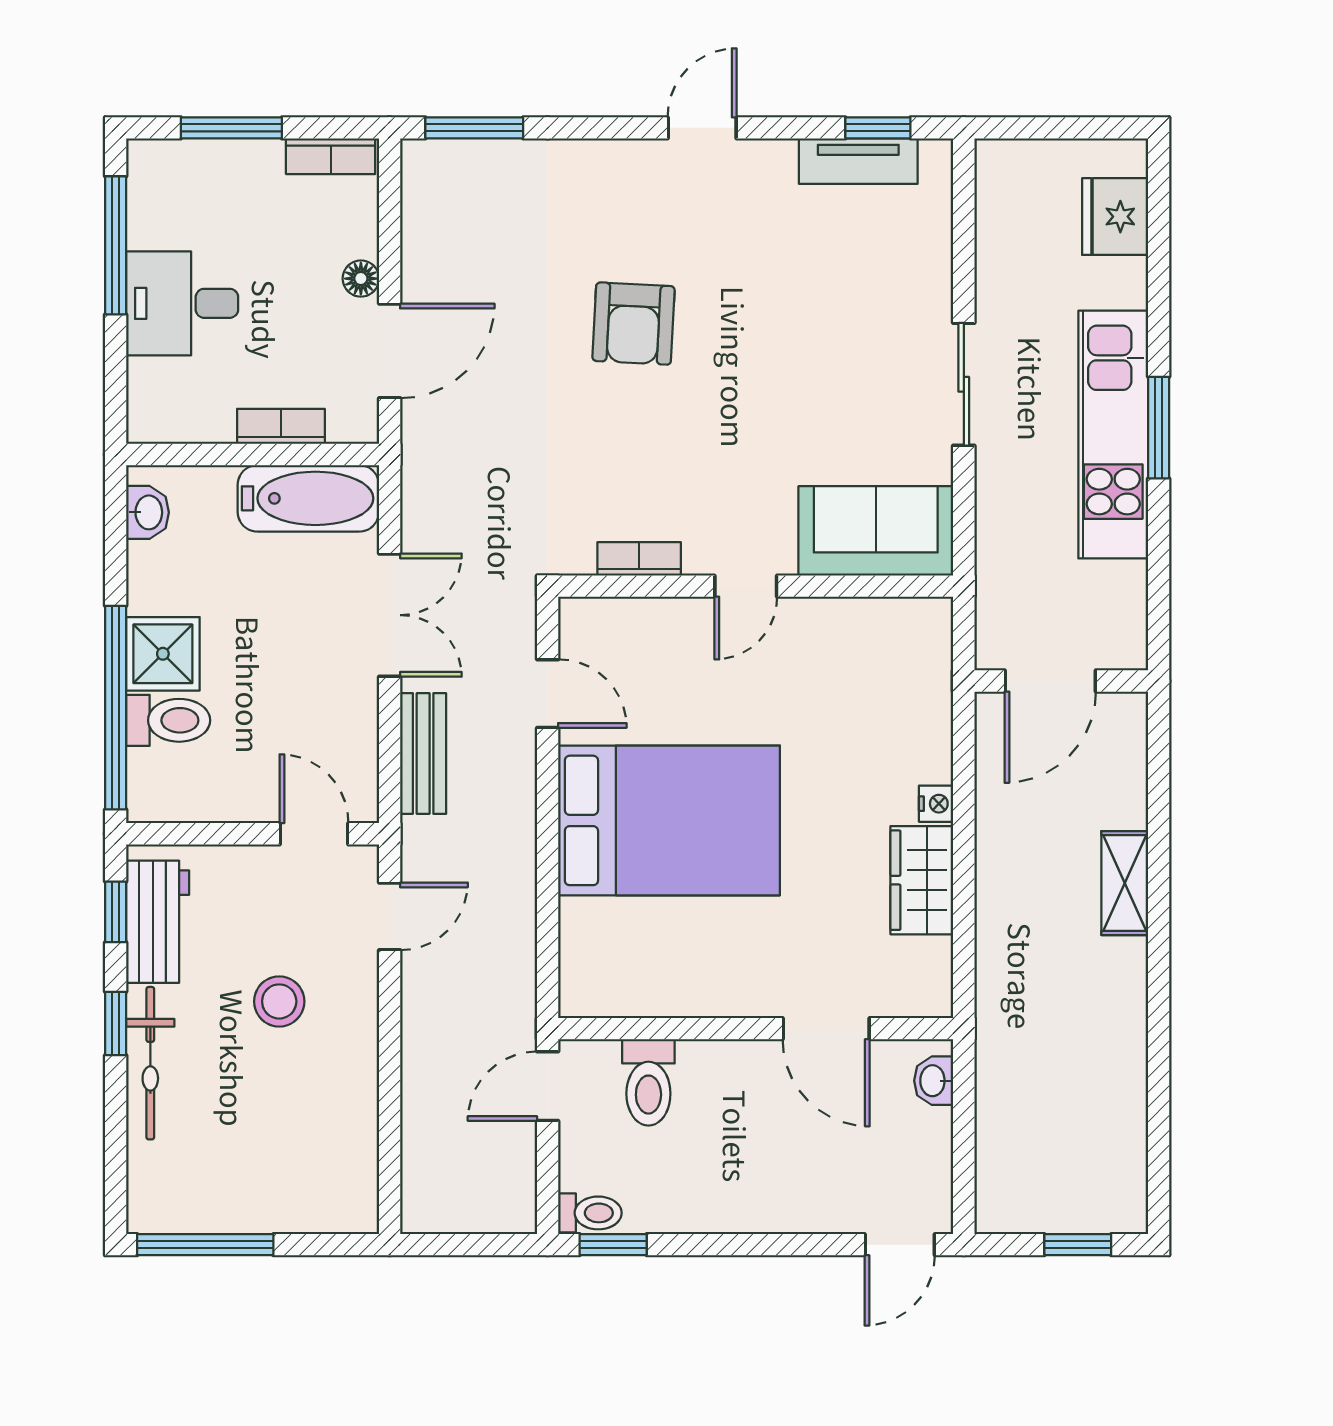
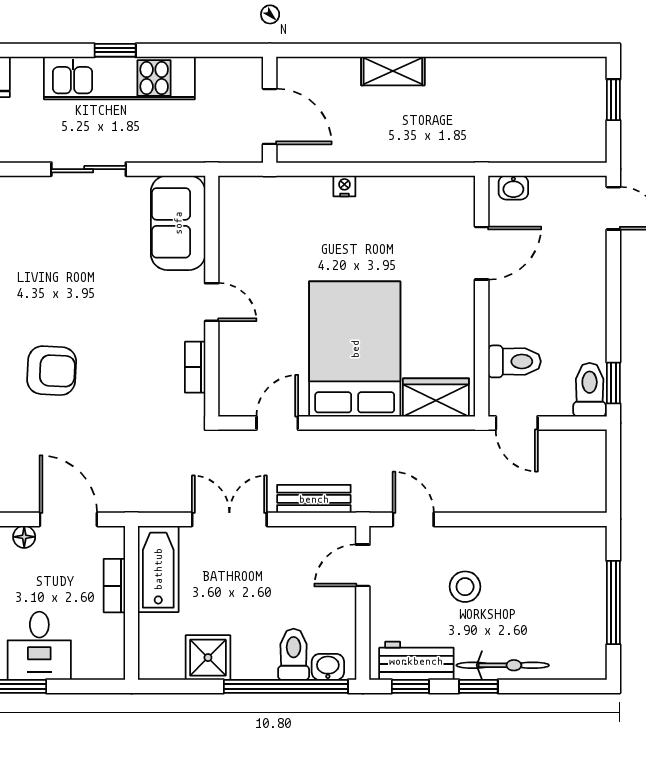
window: (1159, 428) -> (115, 50), width x0.67
washbasin: (148, 512) -> (328, 667), moved
shower: (163, 654) -> (208, 658), moved
wardrobe: (922, 880) -> (436, 397), moved, turned 180
toilet: (590, 1213) -> (590, 390), width x1.37, depth x1.39
window: (205, 1245) -> (613, 603), moved

